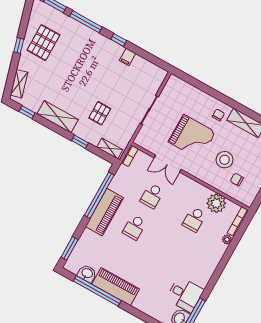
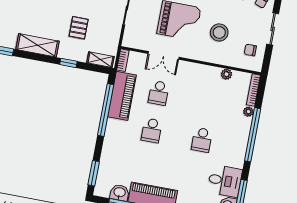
chair: (237, 180) -> (250, 50), moved
plant: (216, 203) -> (226, 74), width x0.53, depth x0.53
piano: (104, 212) -> (122, 96), moved
school desk: (194, 219) -> (202, 140), moved
window: (224, 262) -> (253, 135), added

